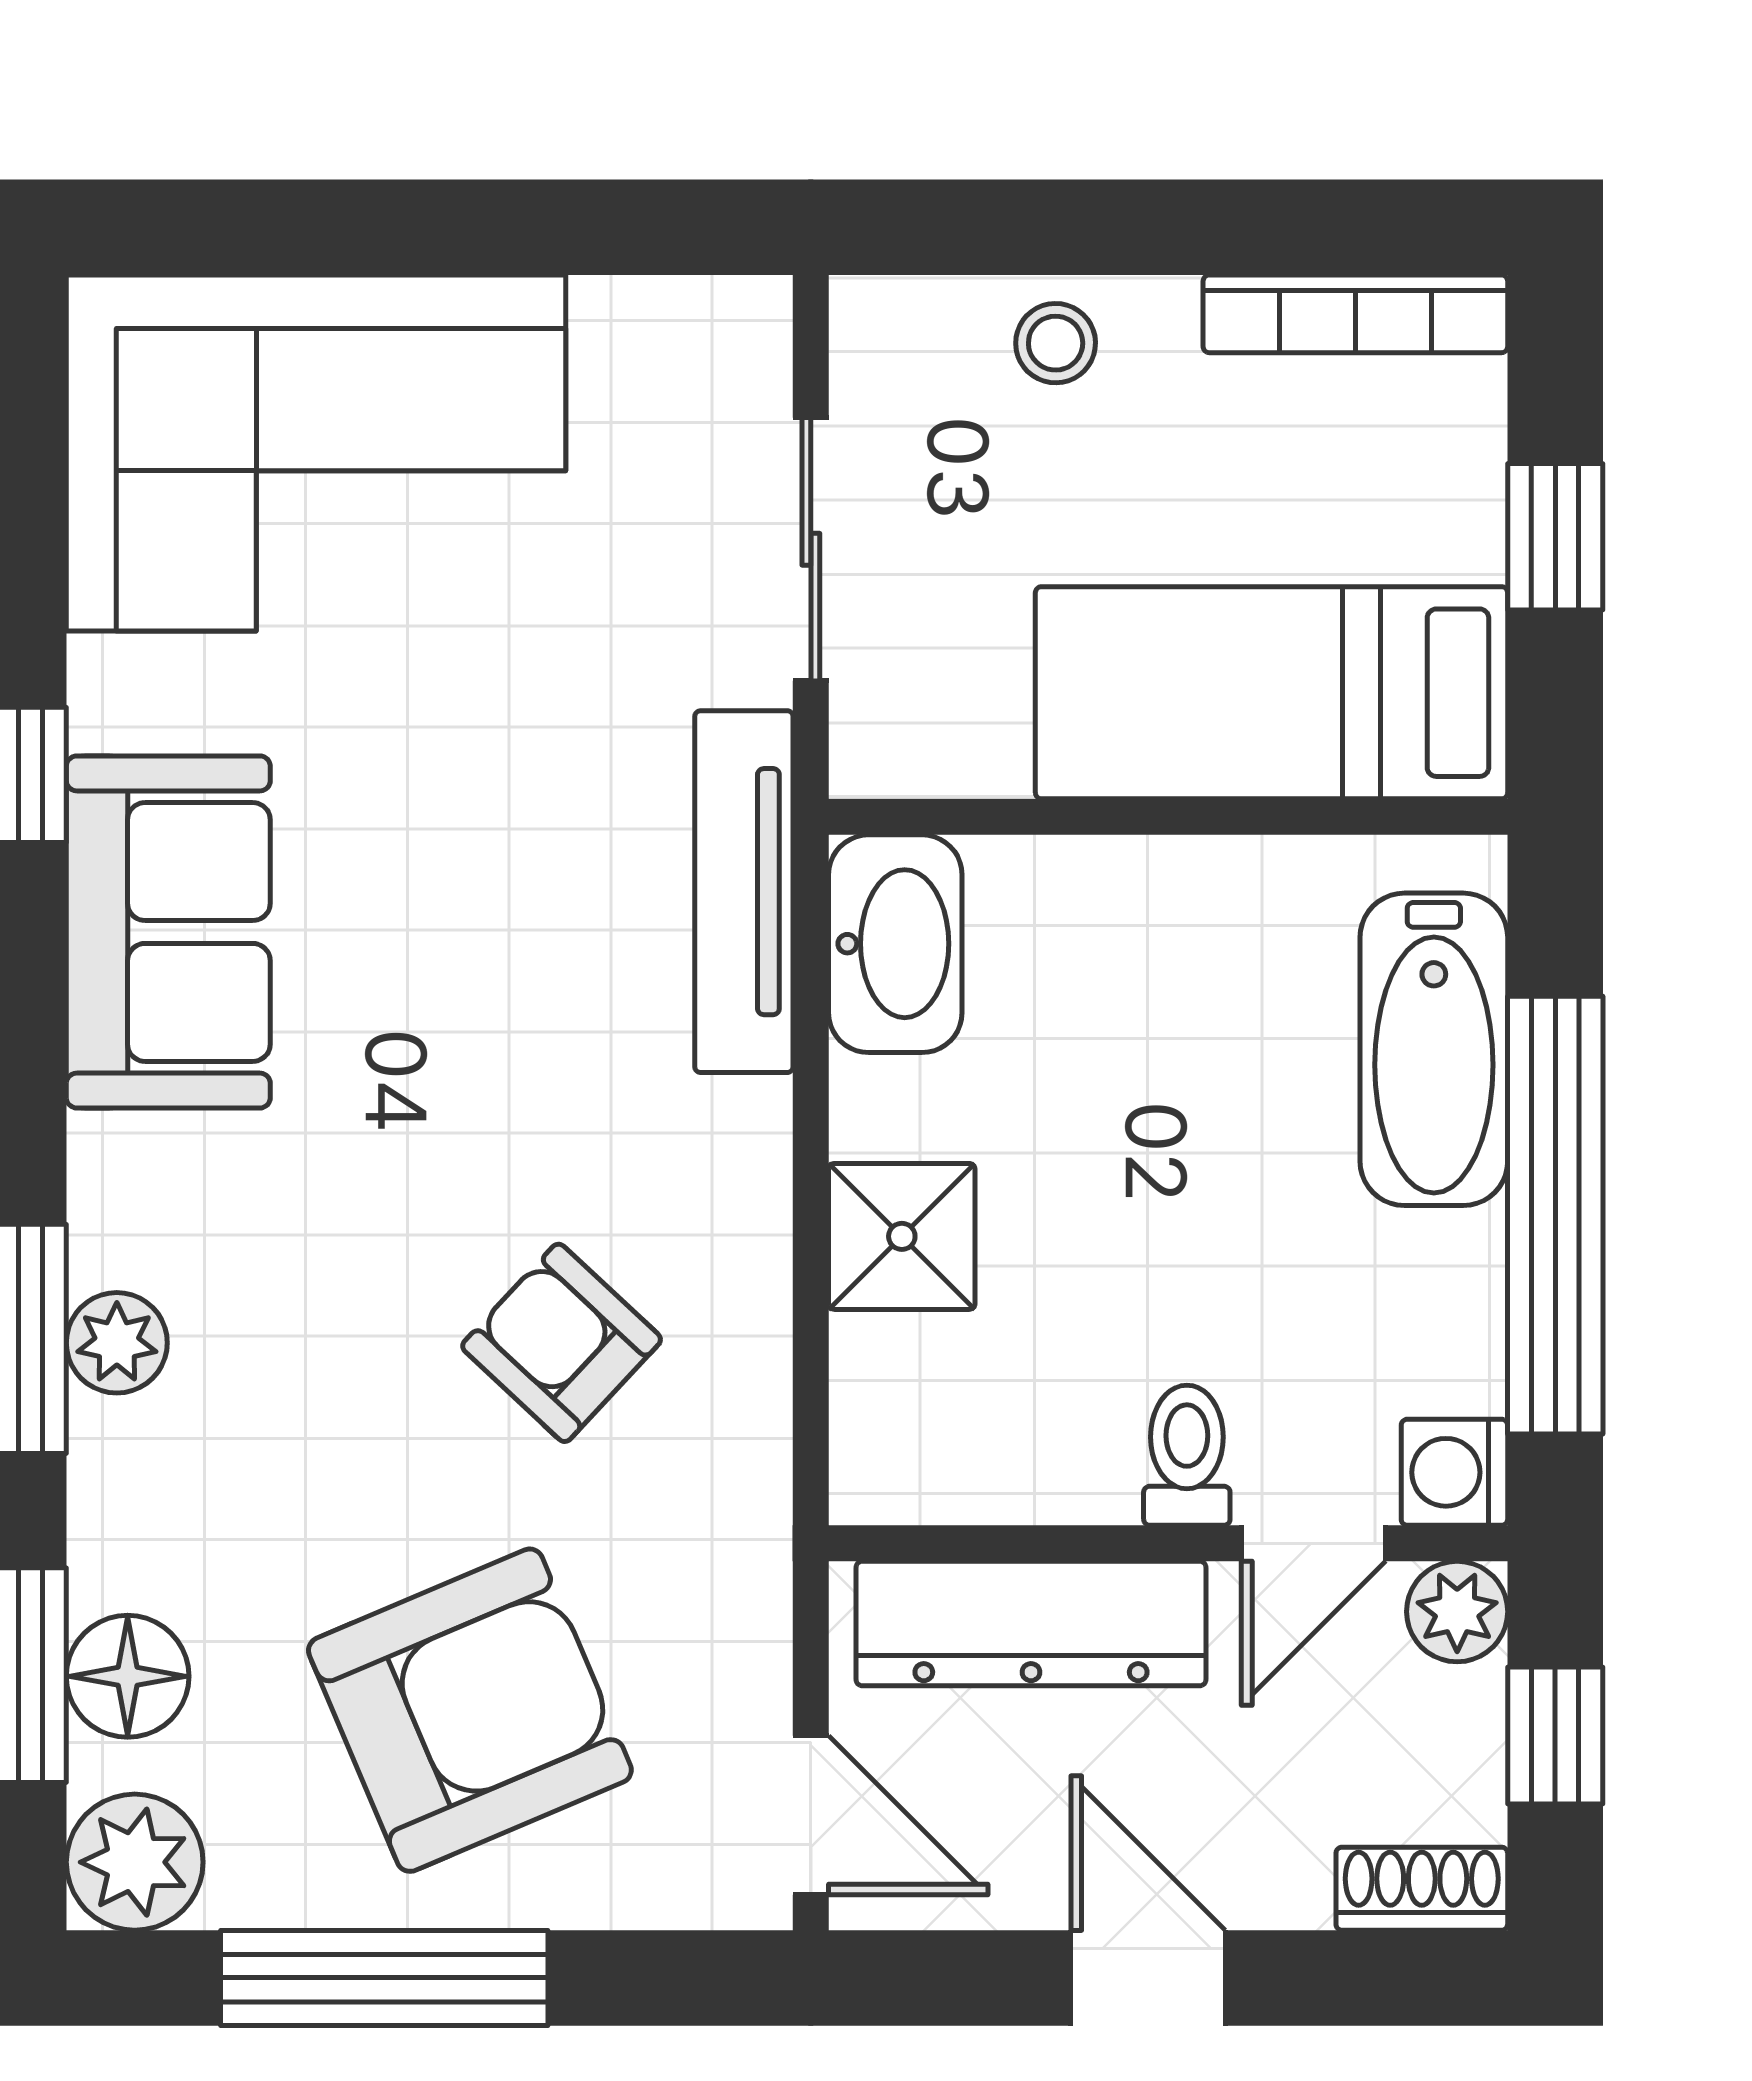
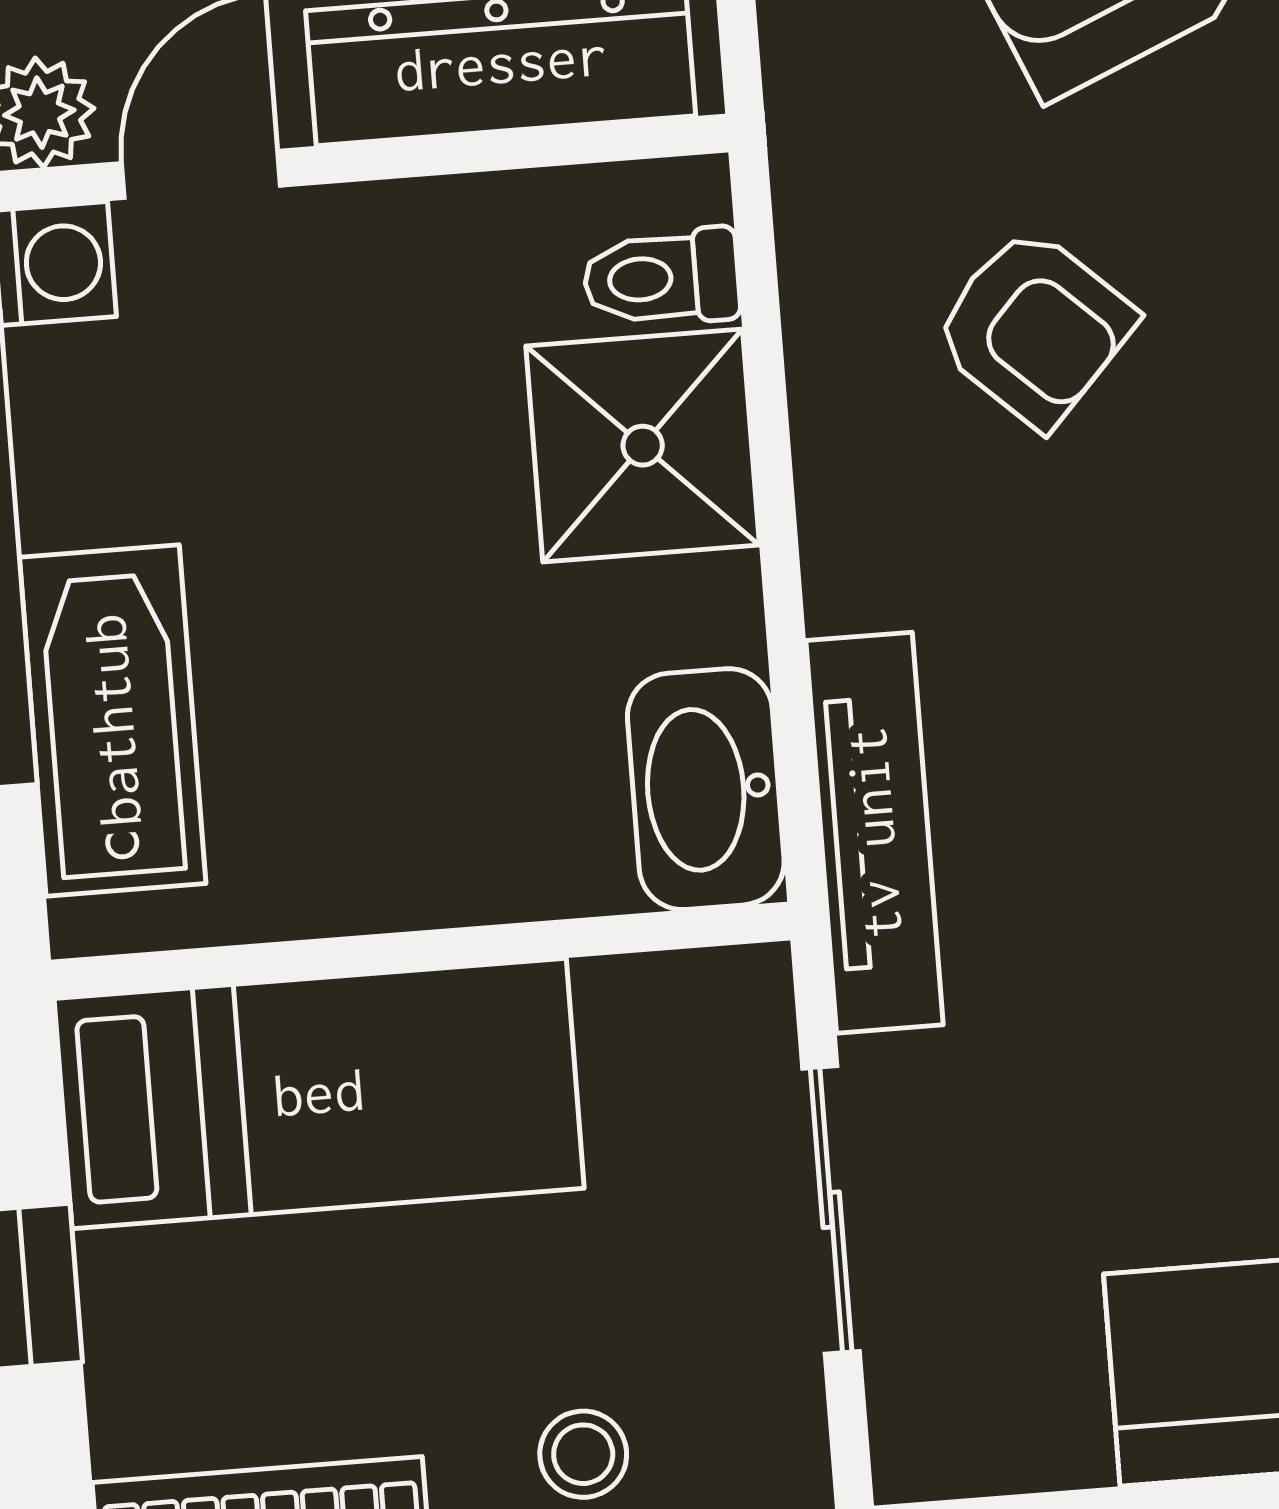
shower: (902, 1236) -> (643, 446), width x1.36, depth x1.36
toilet: (1187, 1455) -> (662, 278), moved, turned 90

